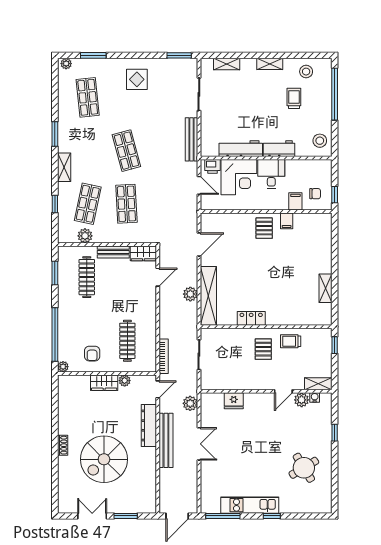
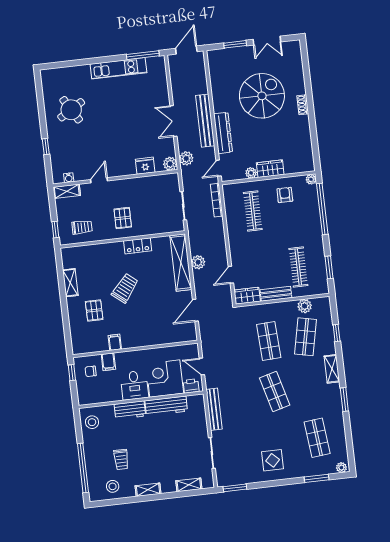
pallet: (264, 228) -> (94, 310), moved
trolley: (269, 276) -> (125, 288), added
trolley: (291, 341) -> (82, 227), moved
plant: (302, 400) -> (170, 164), moved
window: (272, 516) -> (96, 60), removed

